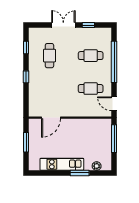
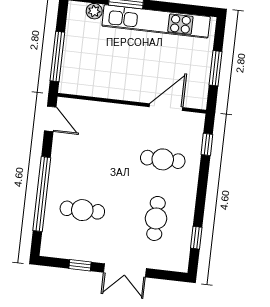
window: (26, 77) -> (207, 144), moved
cafe table: (91, 89) -> (163, 159), moved
kitchen unit: (62, 164) -> (156, 21), width x1.36

